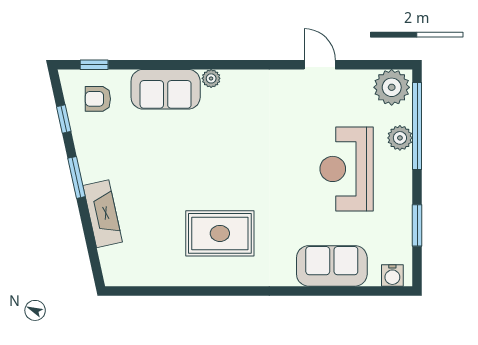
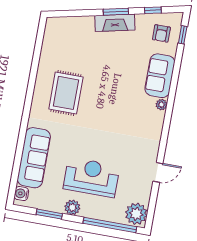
armchair: (98, 99) -> (161, 33), turned 180
plant: (400, 138) -> (72, 207), moved
fireplace: (103, 214) -> (115, 23), moved
sofa: (332, 266) -> (34, 158), width x1.36

